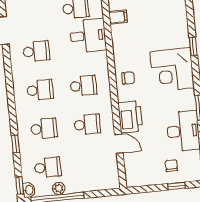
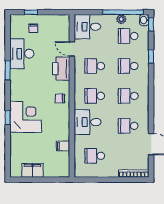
desk: (88, 36) -> (88, 122), moved
corner desk: (172, 70) -> (26, 117), moved
desk: (102, 174) -> (87, 27), added

